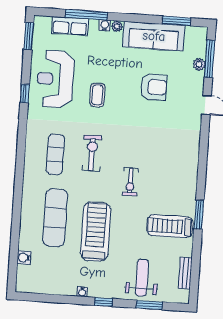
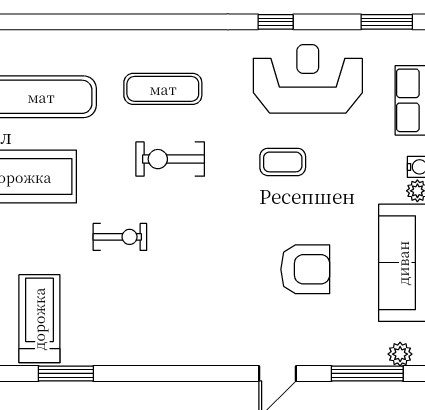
plant: (199, 64) -> (400, 354), moved
armchair: (154, 87) -> (305, 269), turned -90
exercise bike: (92, 153) -> (170, 159), turned 180
exercise bike: (130, 182) -> (120, 237), turned 180

